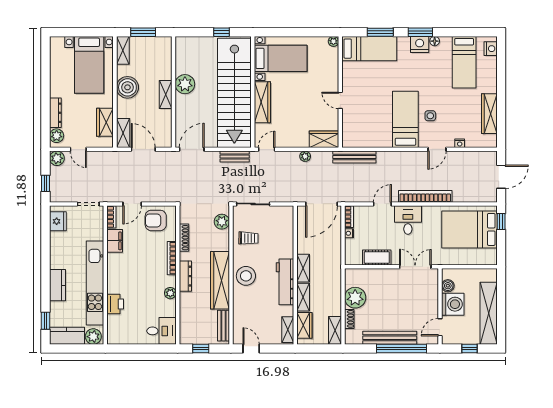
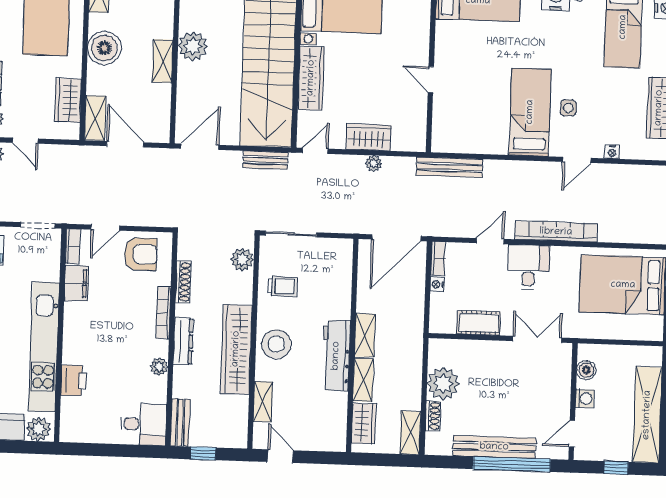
wardrobe: (324, 139) -> (369, 137), moved
armchair: (156, 220) -> (141, 254), turned 180
washing machine: (453, 304) -> (585, 399), width x0.53, depth x0.53
bench: (223, 326) -> (180, 423), moved
shelving: (288, 330) -> (263, 402), moved

